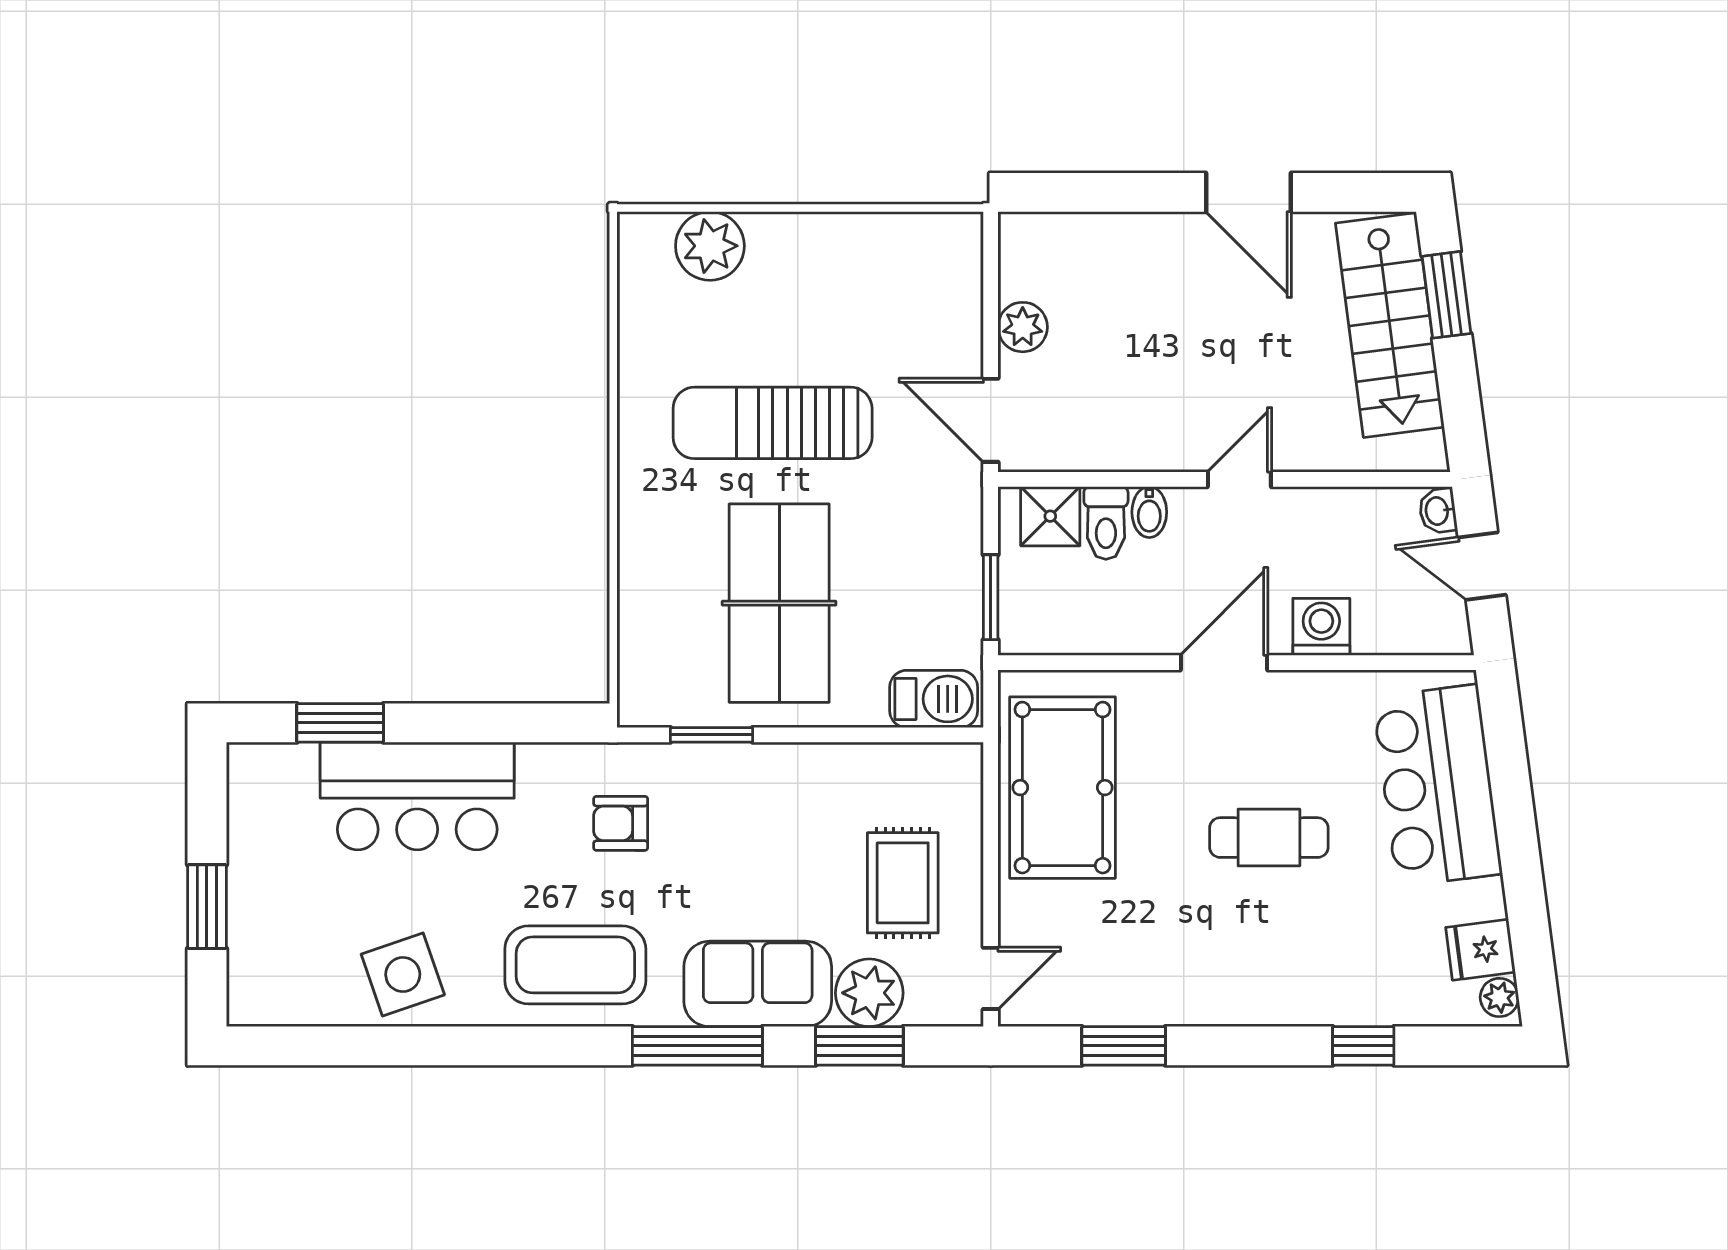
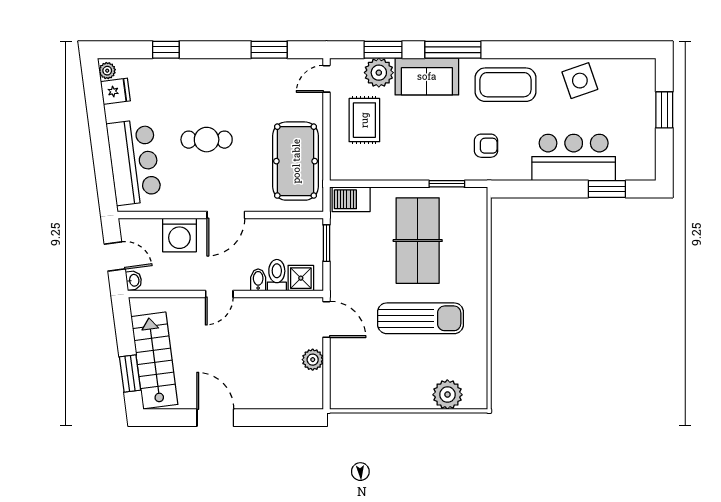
washing machine: (1321, 627) -> (179, 235), width x1.37, depth x1.37

